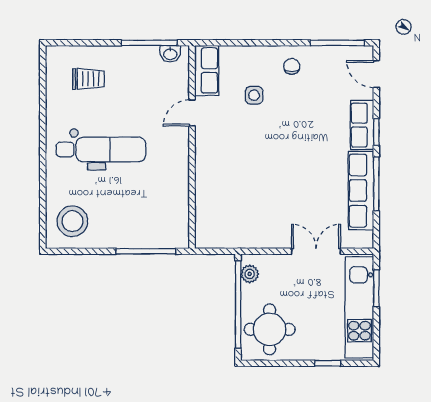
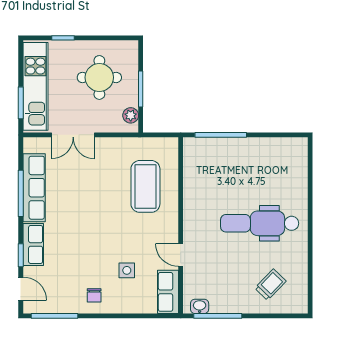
trolley: (88, 79) -> (271, 285), turned 134
door: (192, 113) -> (181, 255), swing flipped
window: (376, 132) -> (21, 255), moved
coffee table: (233, 192) -> (145, 186), added
stool: (72, 221) -> (284, 161), removed
window: (238, 304) -> (141, 89), width x0.47
round table: (270, 329) -> (99, 77), moved

